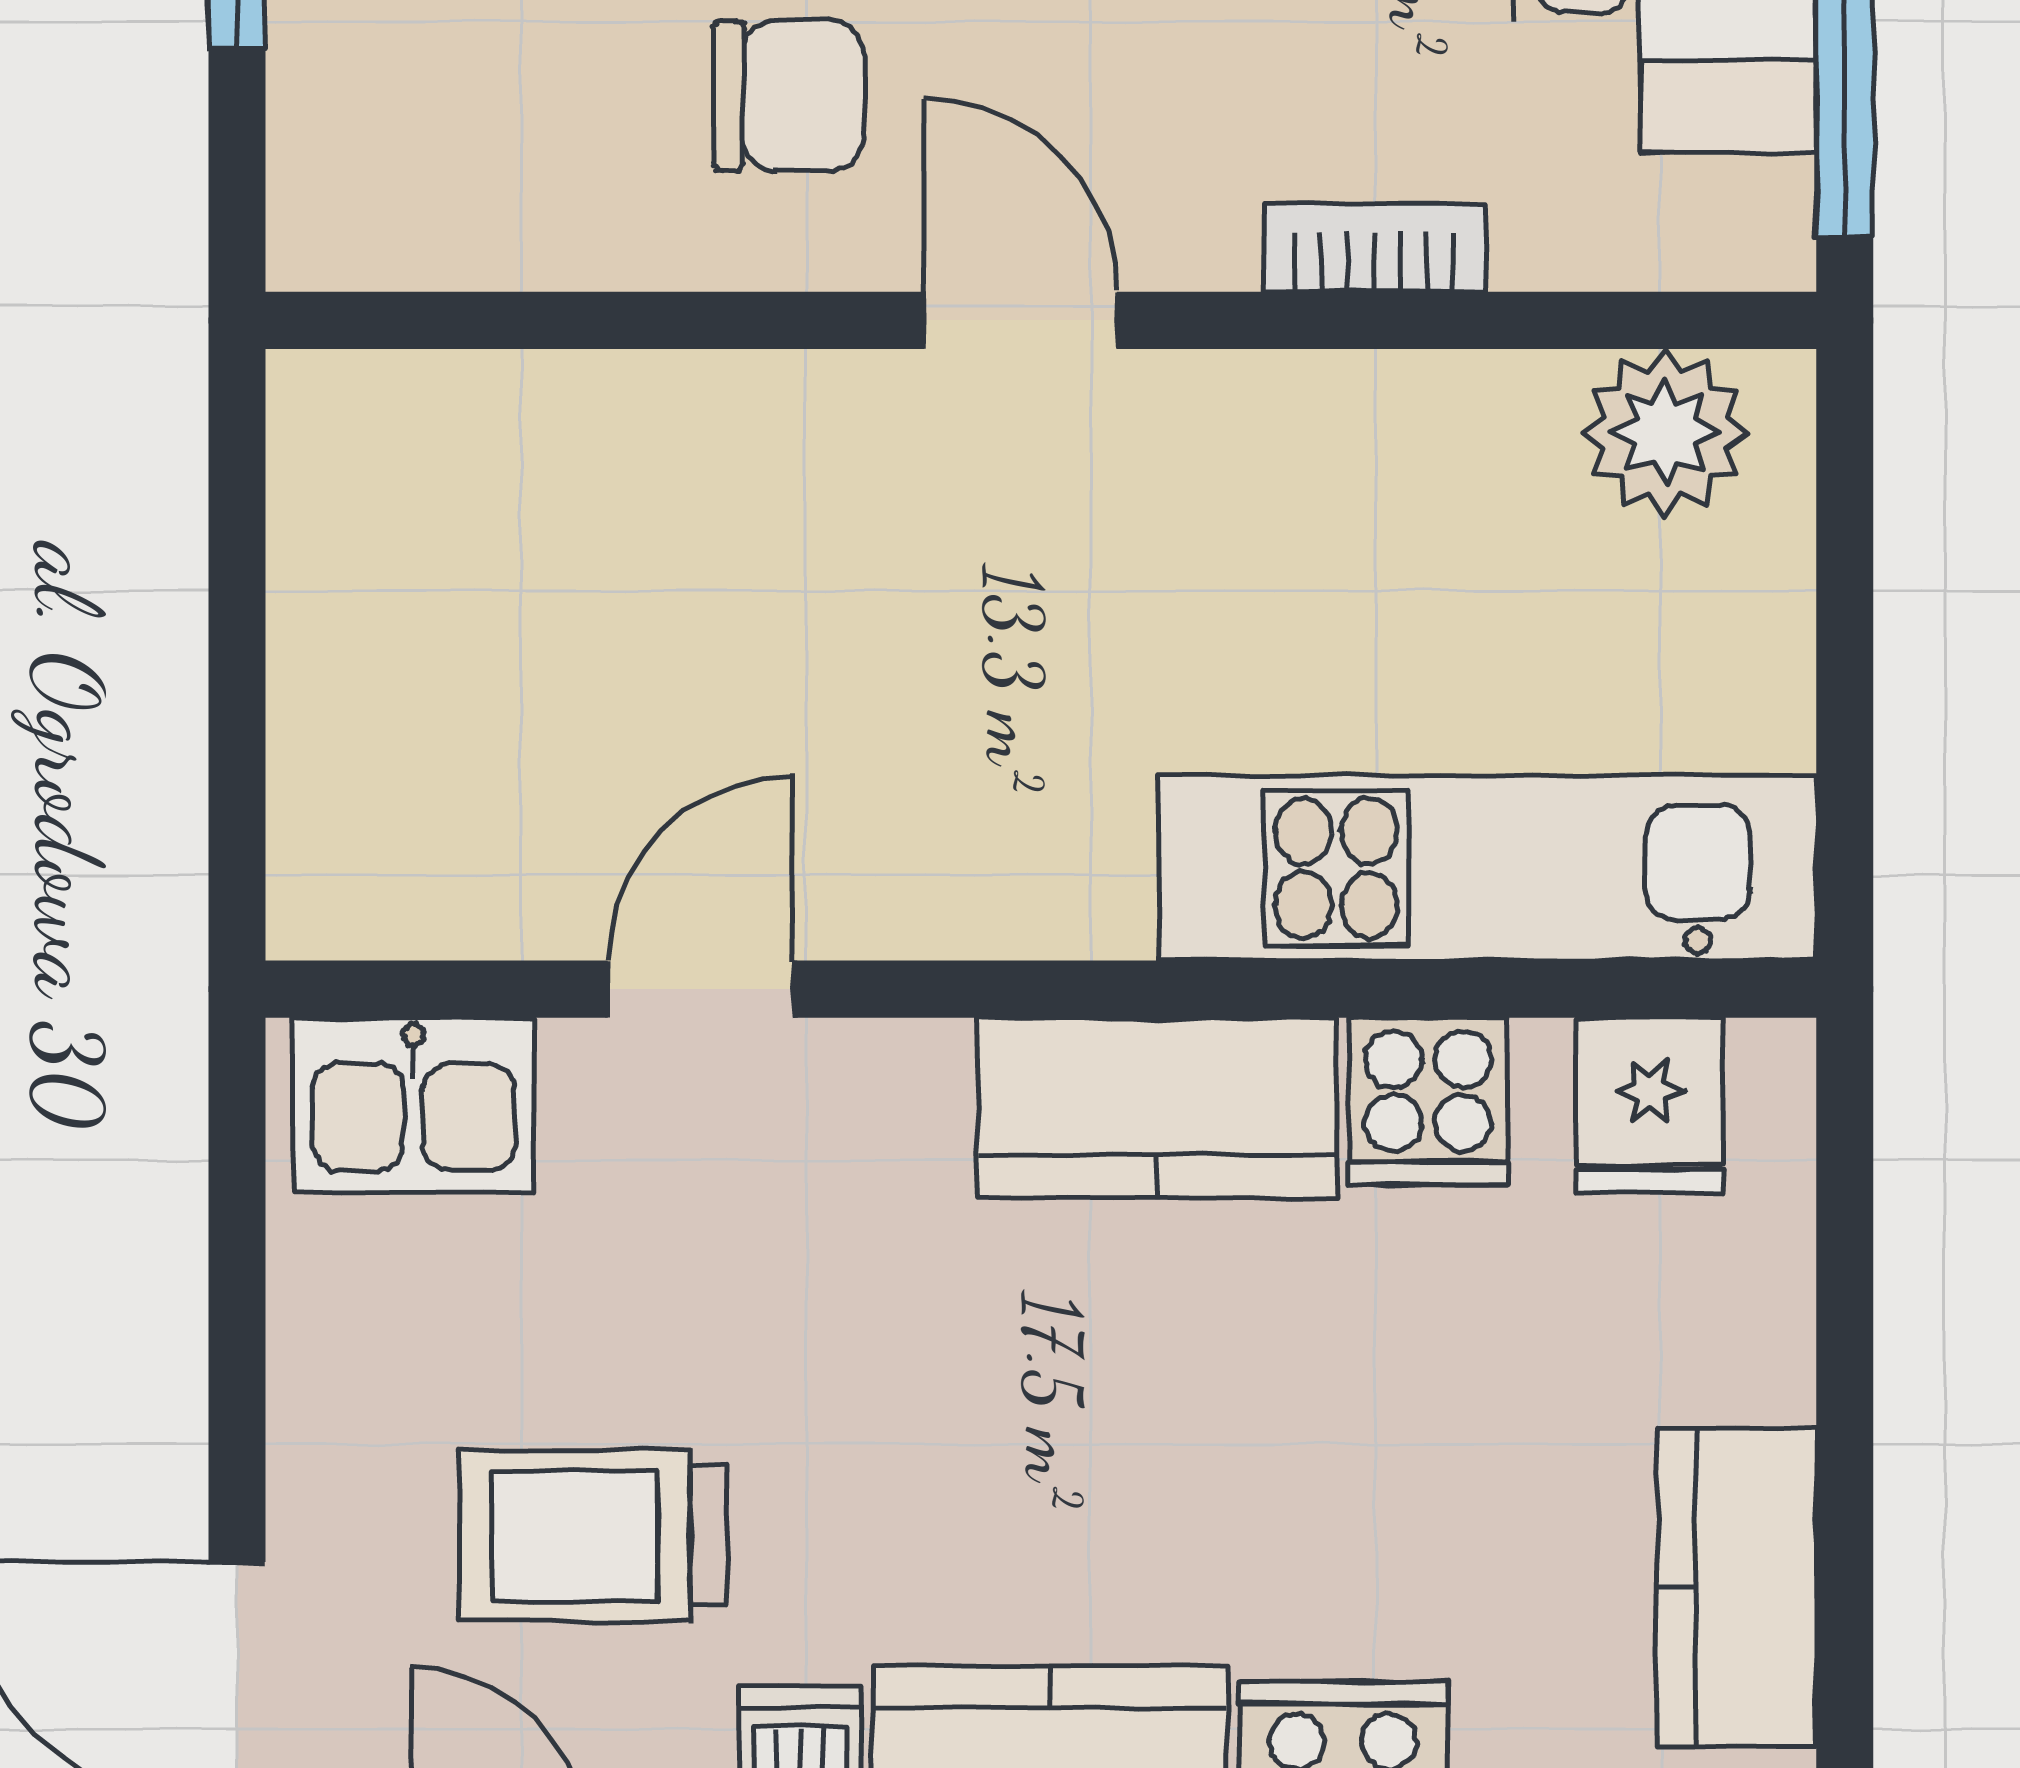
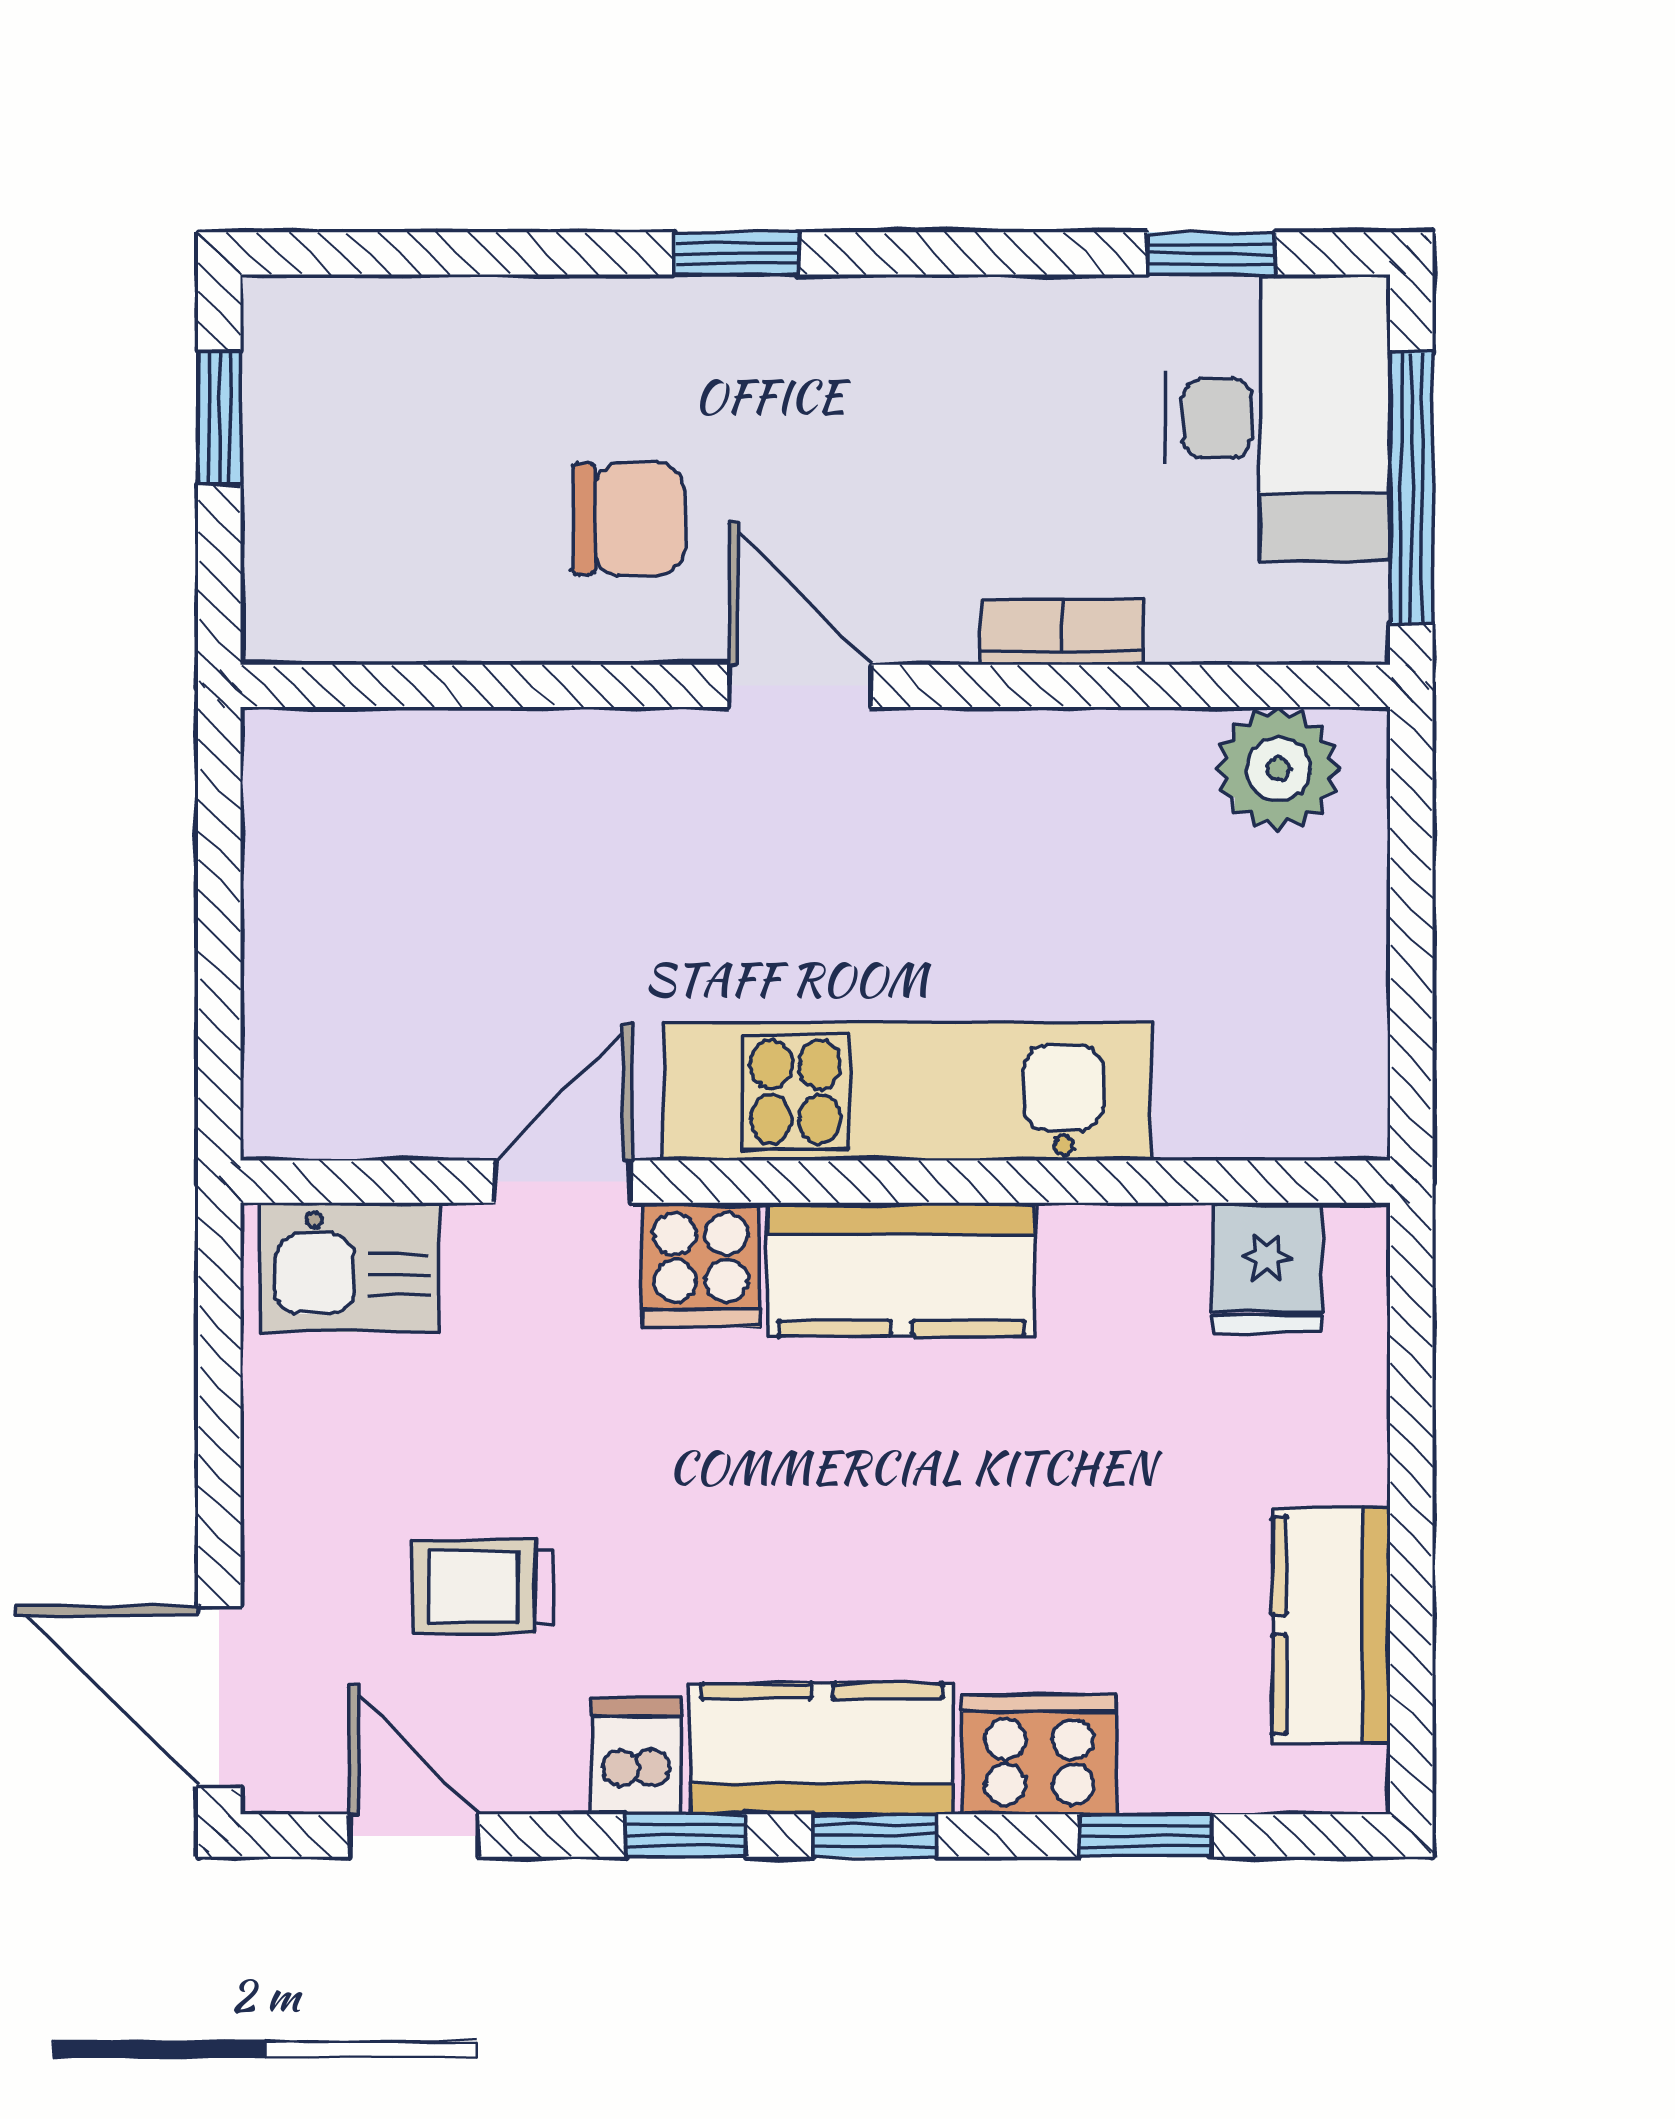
kitchen unit: (1488, 868) -> (907, 1092), moved
cooker: (1428, 1101) -> (701, 1265), moved
trolley: (593, 1536) -> (484, 1587), width x0.73, depth x0.72

